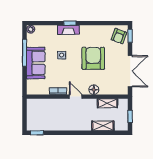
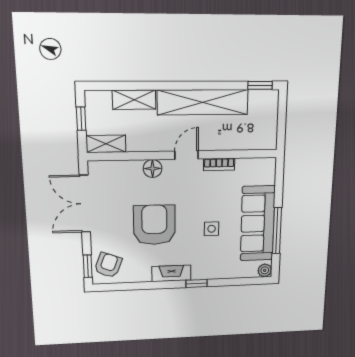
fireplace: (68, 30) -> (171, 273), moved
armchair: (93, 58) -> (154, 225), turned 180
sofa: (36, 63) -> (258, 223), width x1.36
door: (76, 97) -> (187, 155), swing flipped
shelving: (107, 103) -> (106, 144), moved
shelving: (67, 124) -> (203, 102), added

